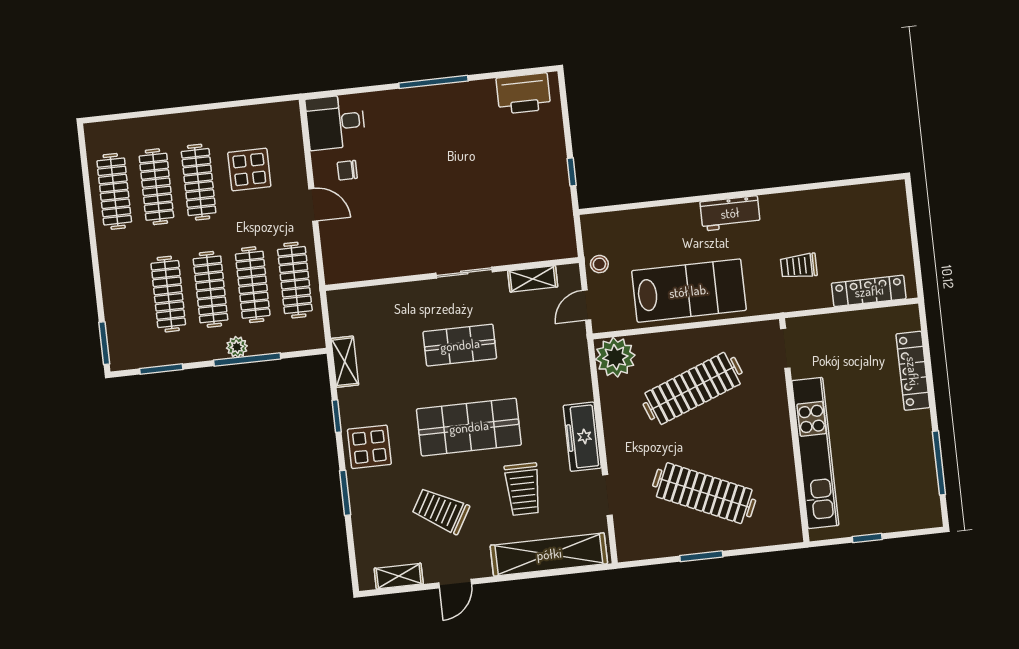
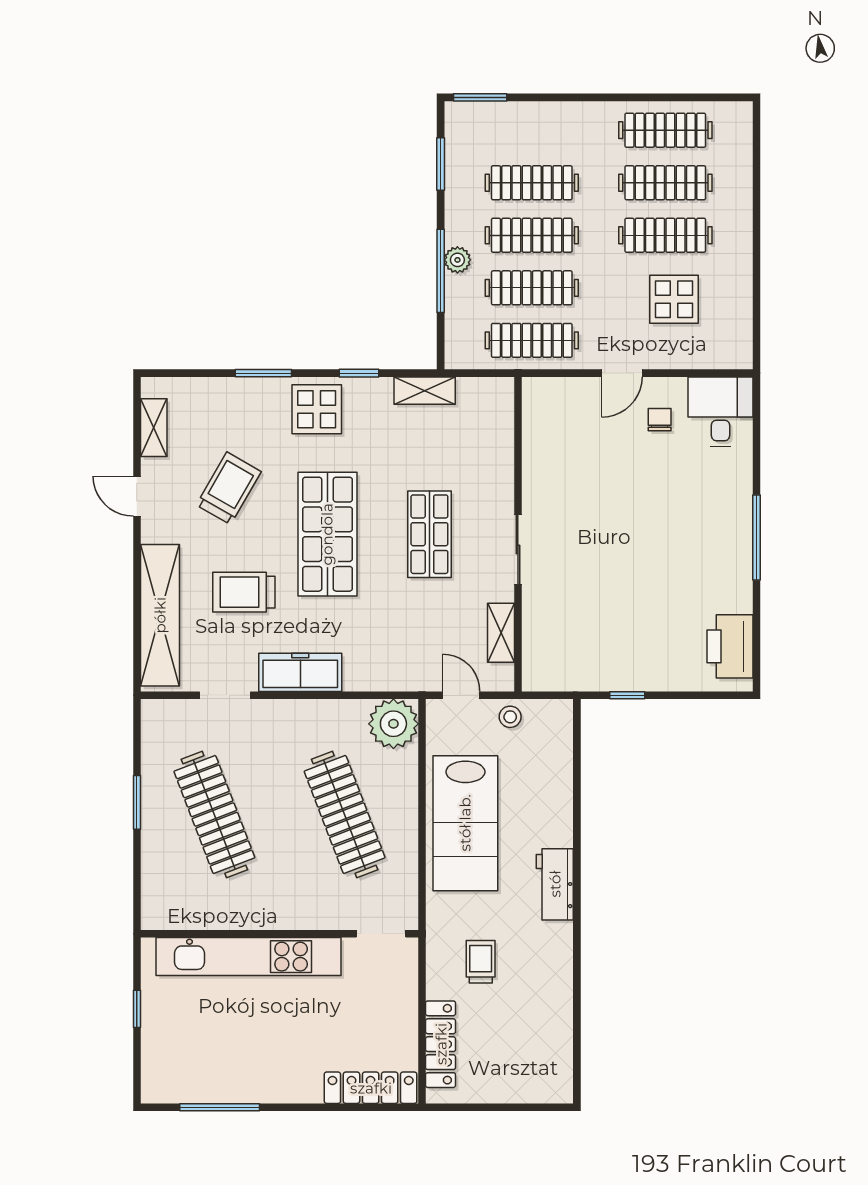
locker: (913, 371) -> (371, 1088), moved
clothes rail: (704, 493) -> (214, 815), turned -45

